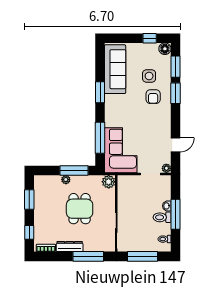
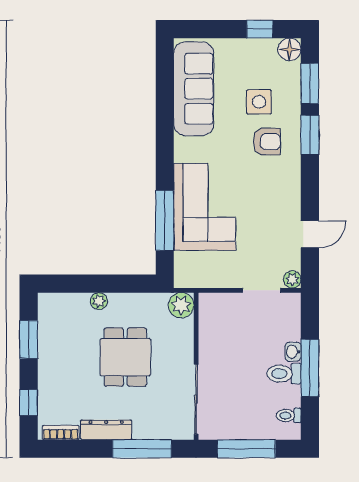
window: (100, 92) -> (165, 133), removed
armchair: (153, 97) -> (267, 142), turned -90
corner sofa: (121, 150) -> (205, 207), moved
window: (74, 170) -> (114, 284), removed

